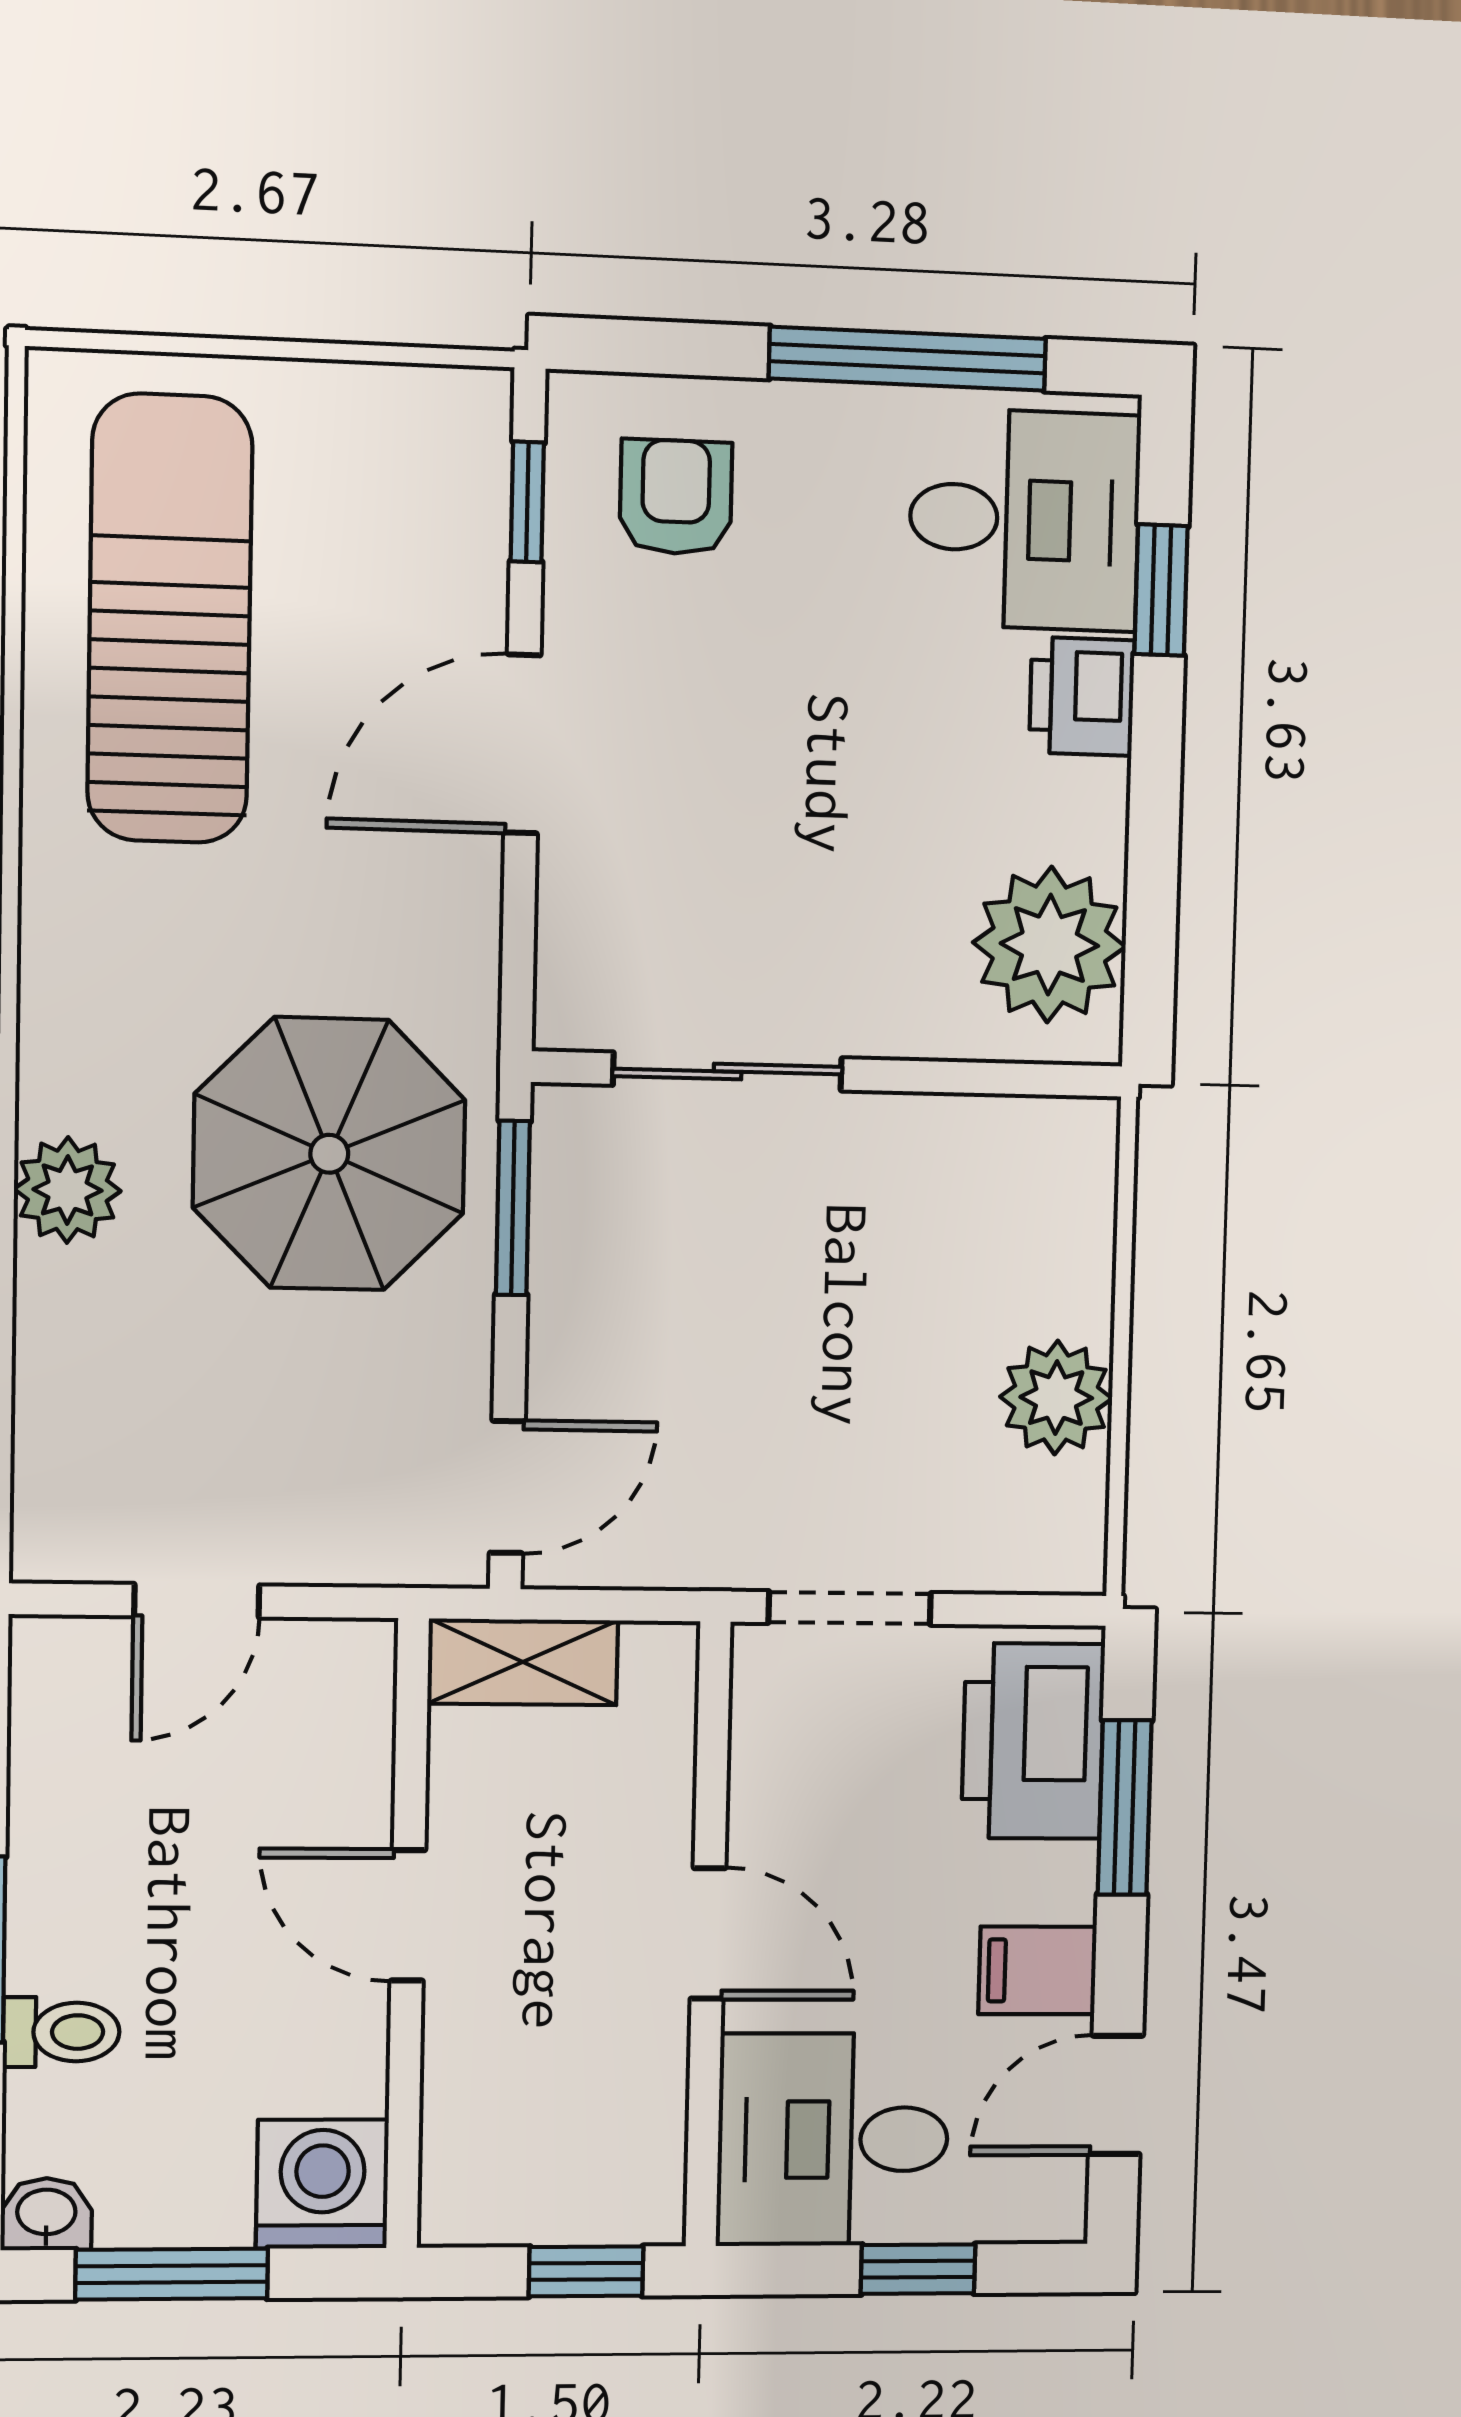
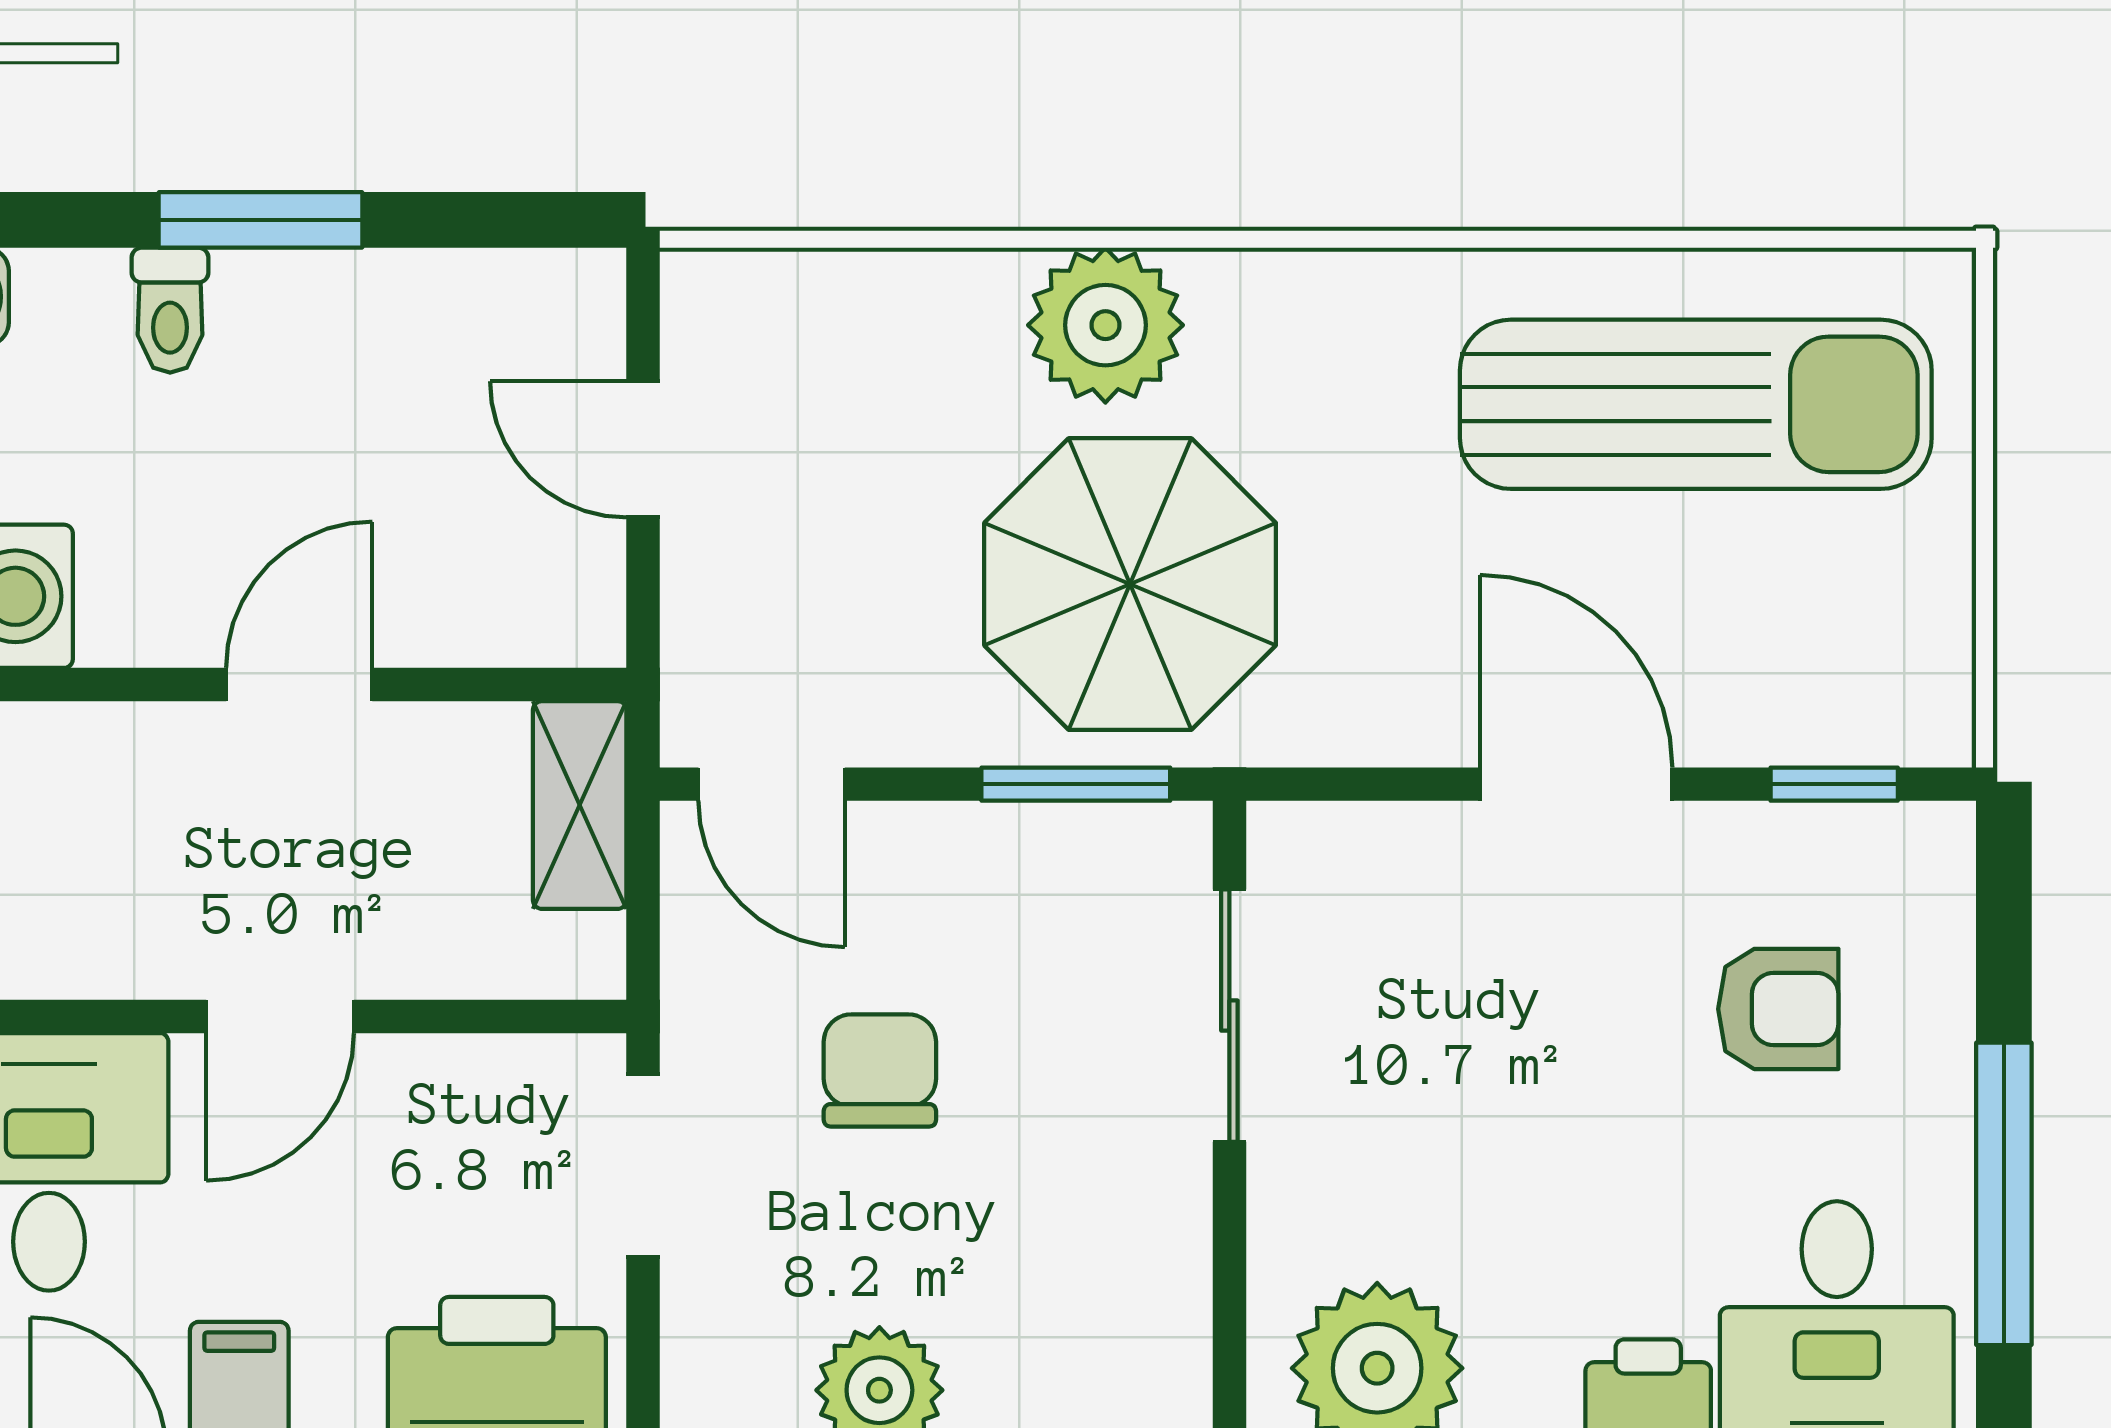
armchair: (676, 497) -> (1778, 1009), moved
plant: (67, 1190) -> (1105, 325), width x1.36, depth x1.36
chair: (770, 1392) -> (880, 1070), added

